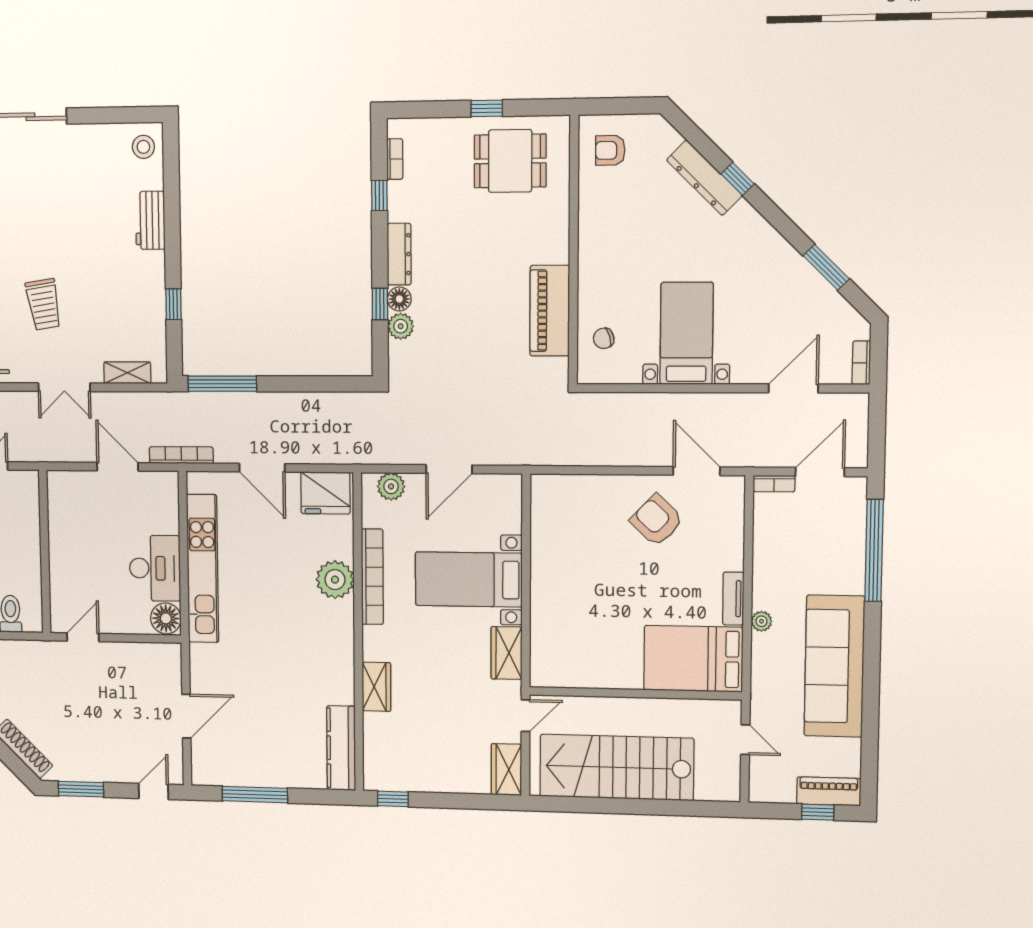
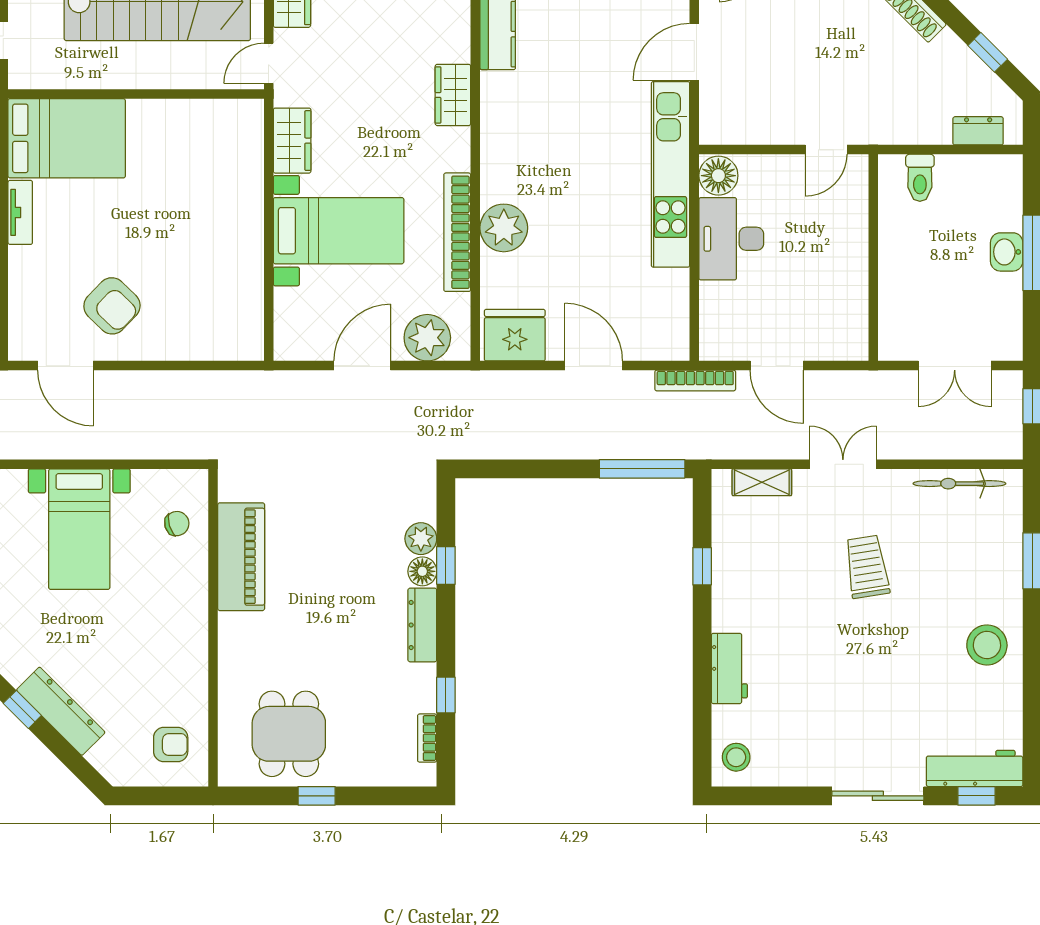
dining table: (510, 161) -> (289, 734), turned 90
plant: (391, 486) -> (427, 338), width x1.36, depth x1.36
kitchen unit: (203, 569) -> (670, 174), moved

